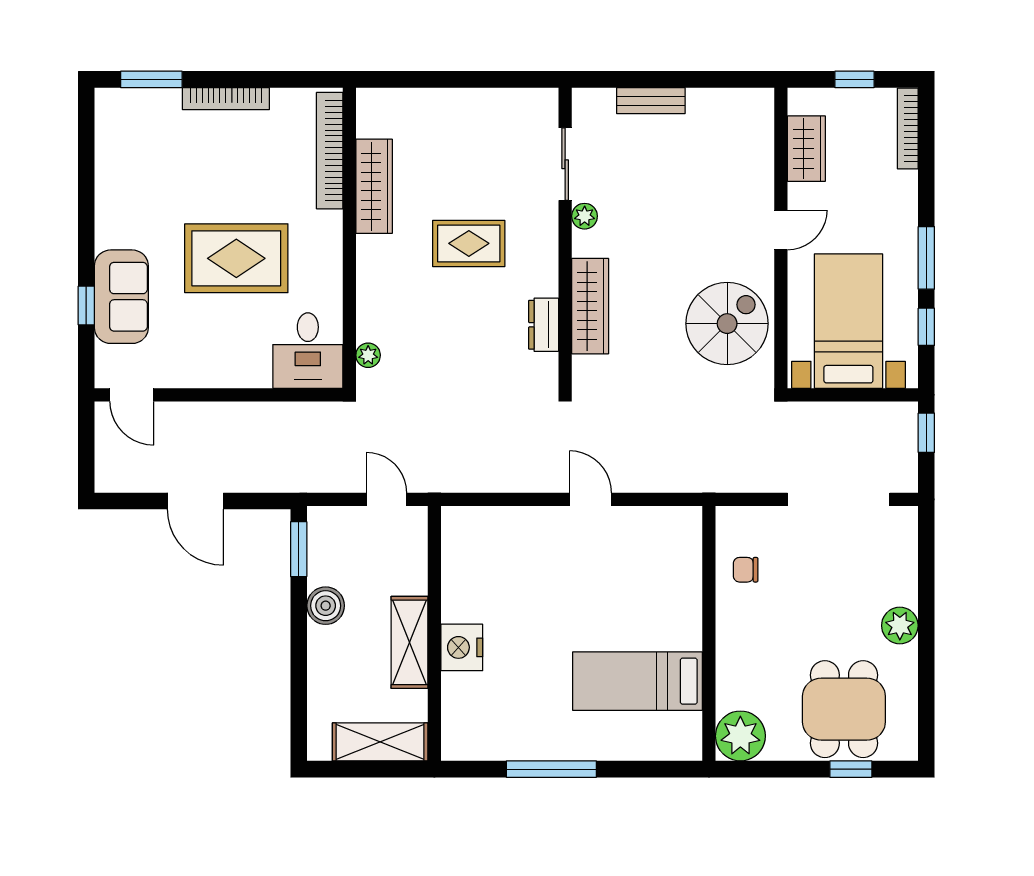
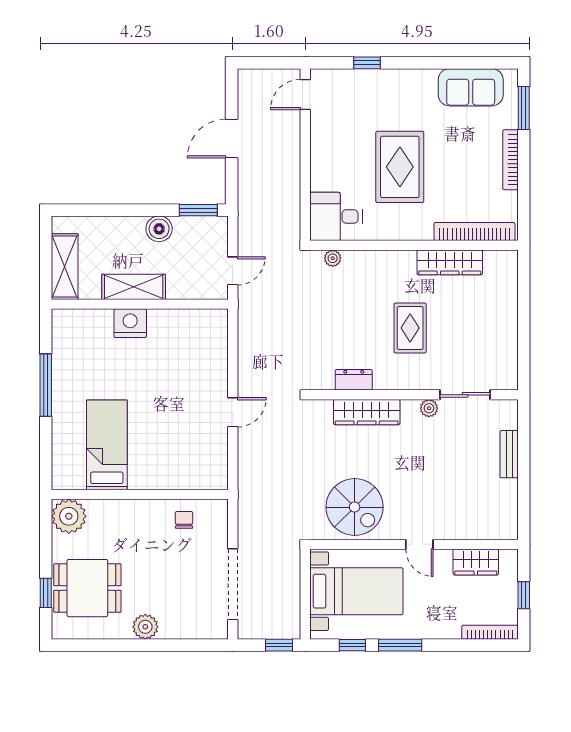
sofa: (121, 297) -> (471, 87), moved

